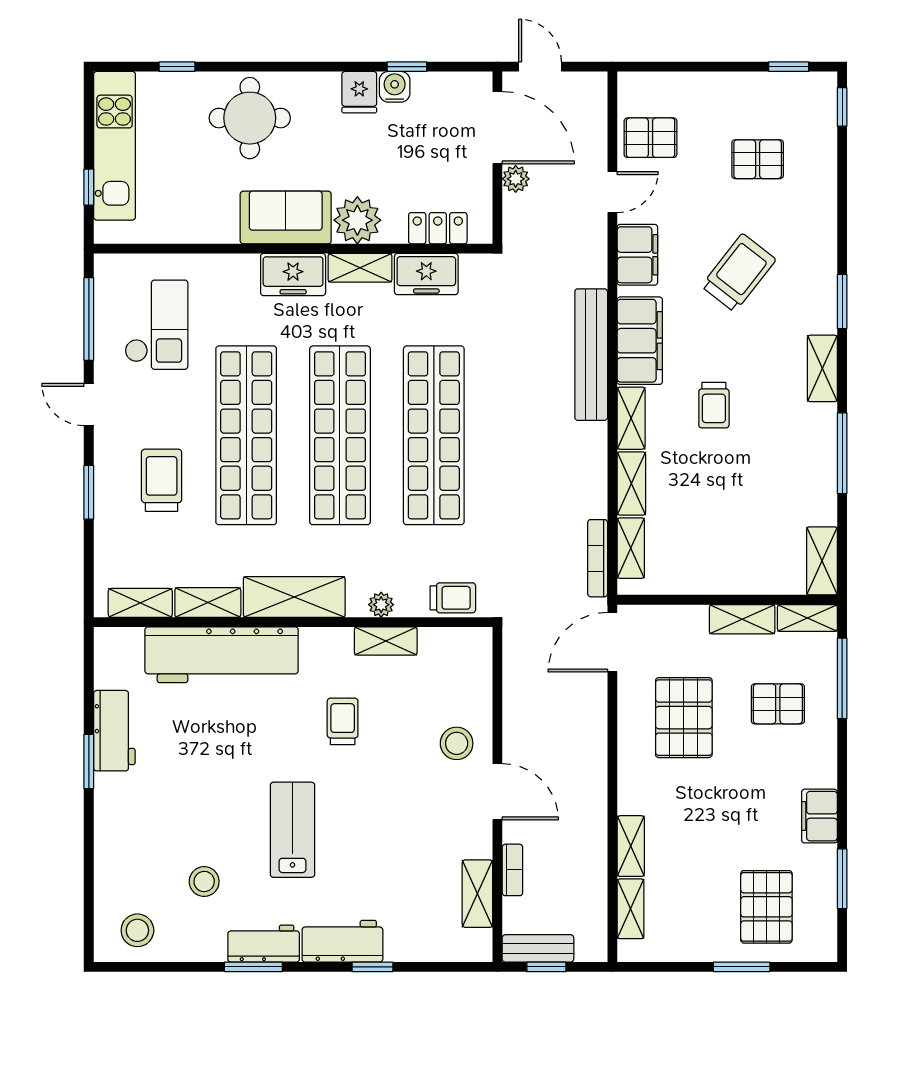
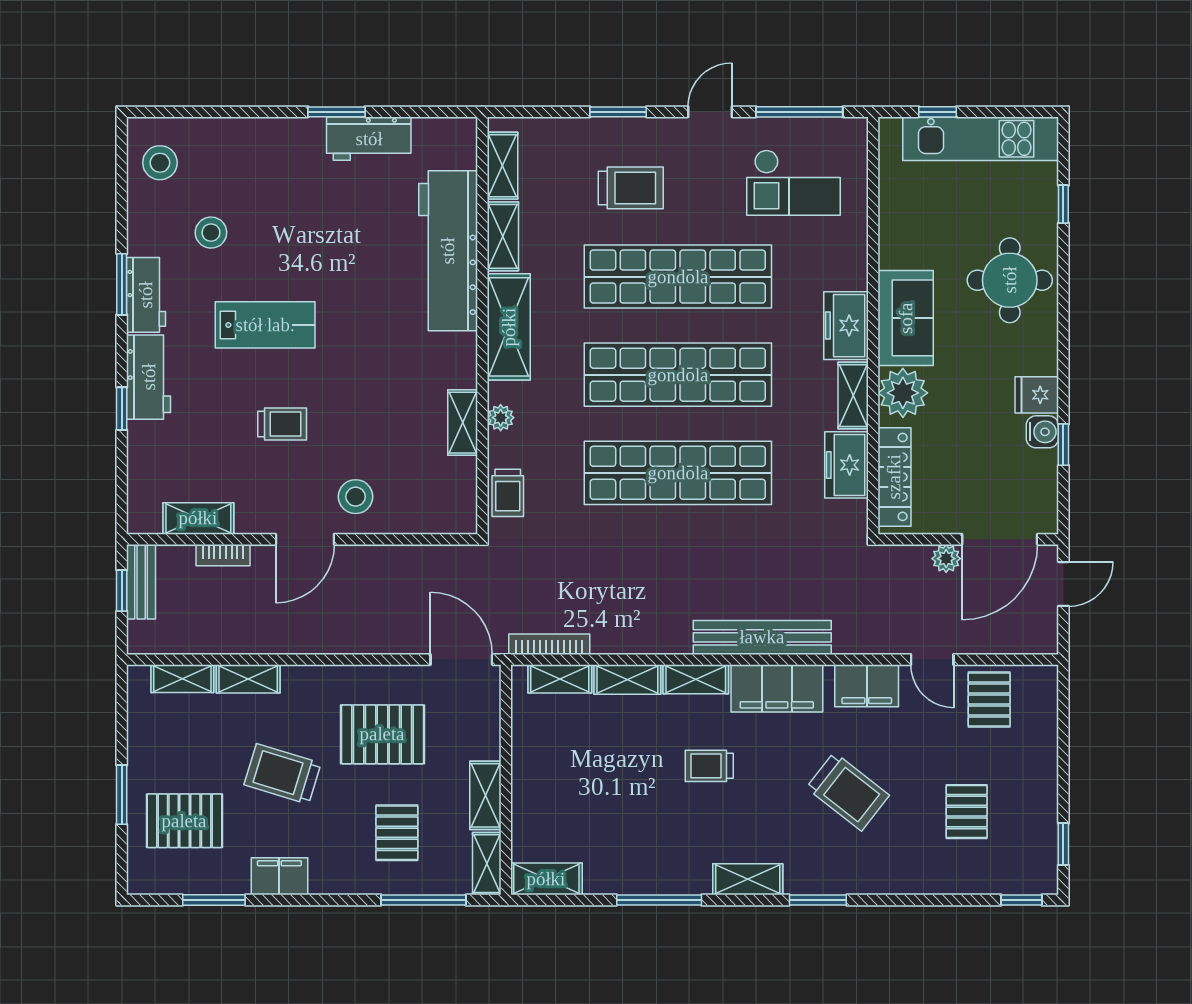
locker: (438, 228) -> (894, 477), width x1.53
trolley: (343, 721) -> (282, 424), moved
trolley: (722, 813) -> (282, 774), added

